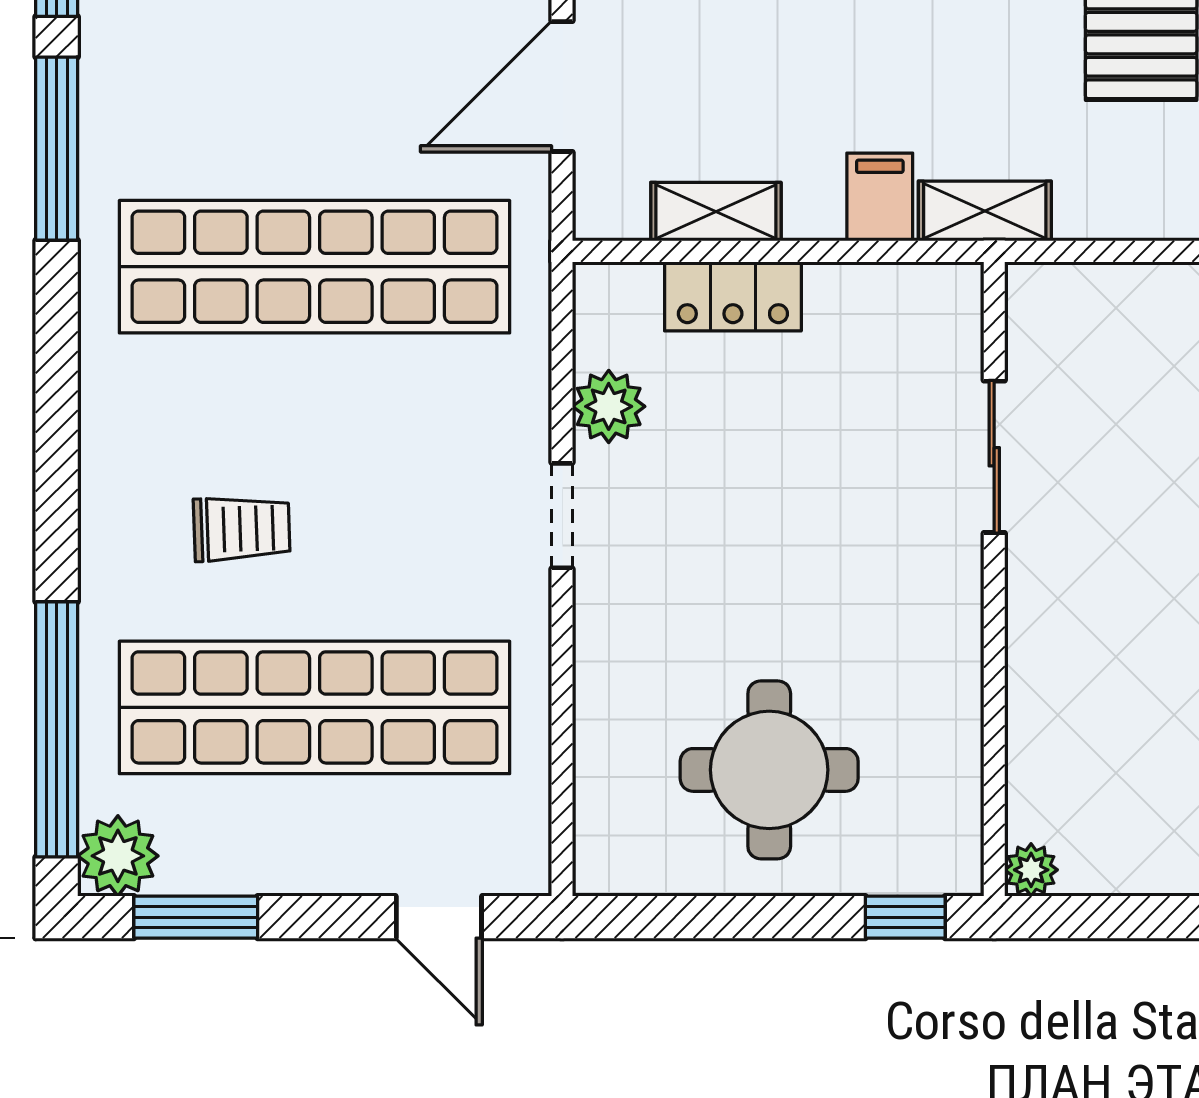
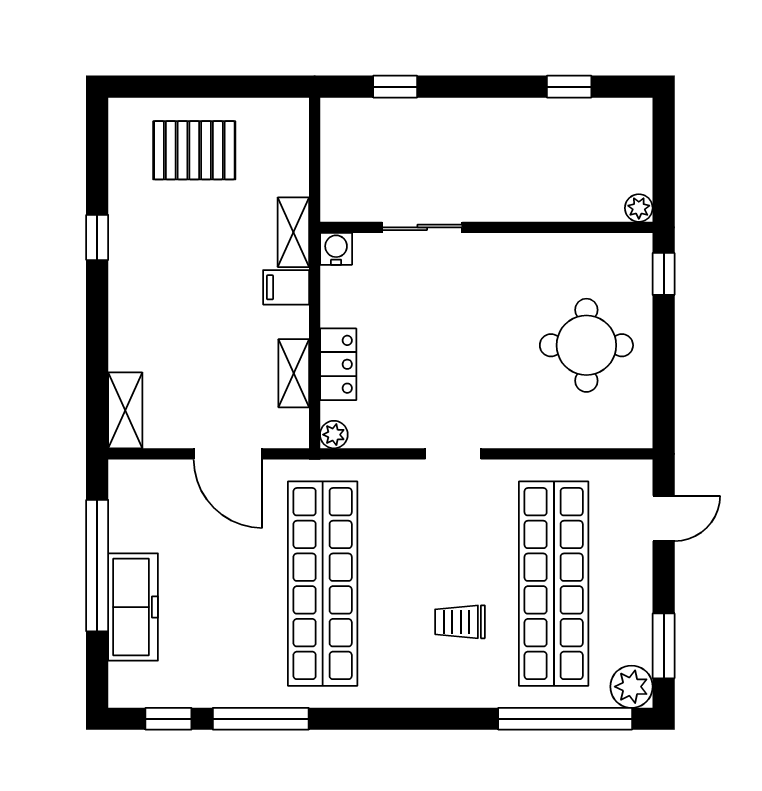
water cooler: (953, 292) -> (336, 249), added
plant: (609, 406) -> (334, 435), moved, width x0.73, depth x0.73
trolley: (242, 529) -> (460, 622), turned -88

